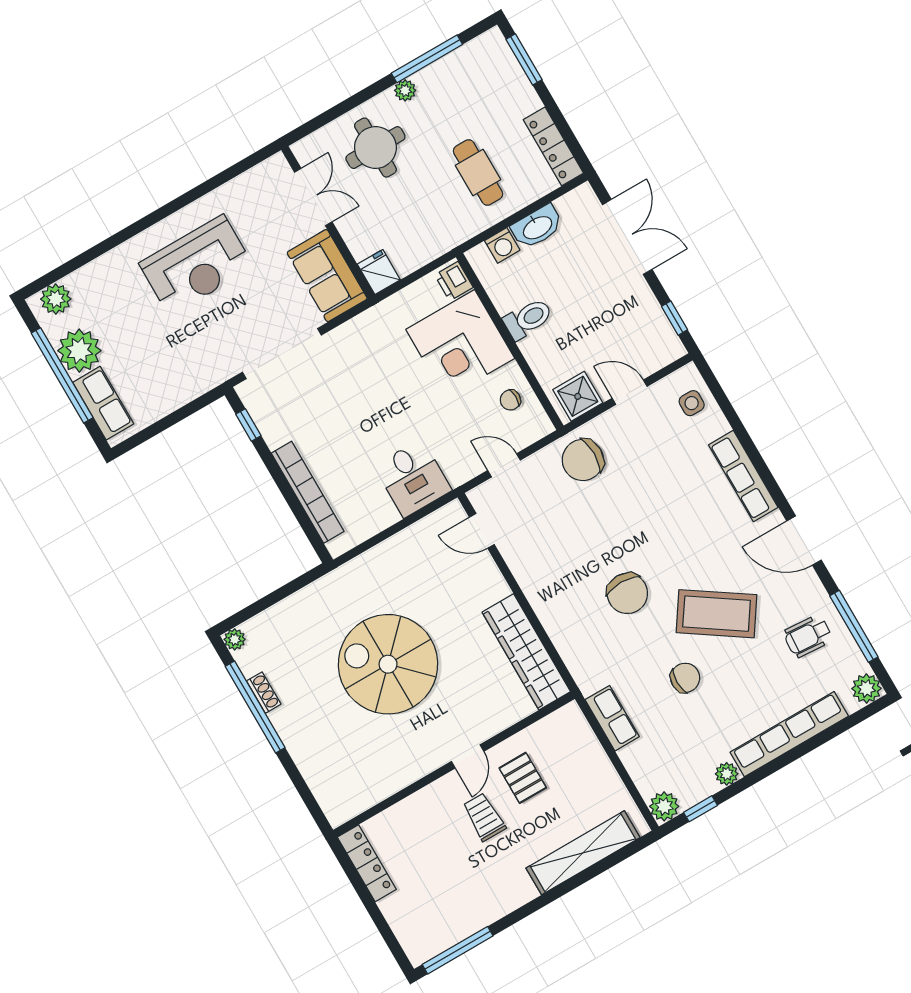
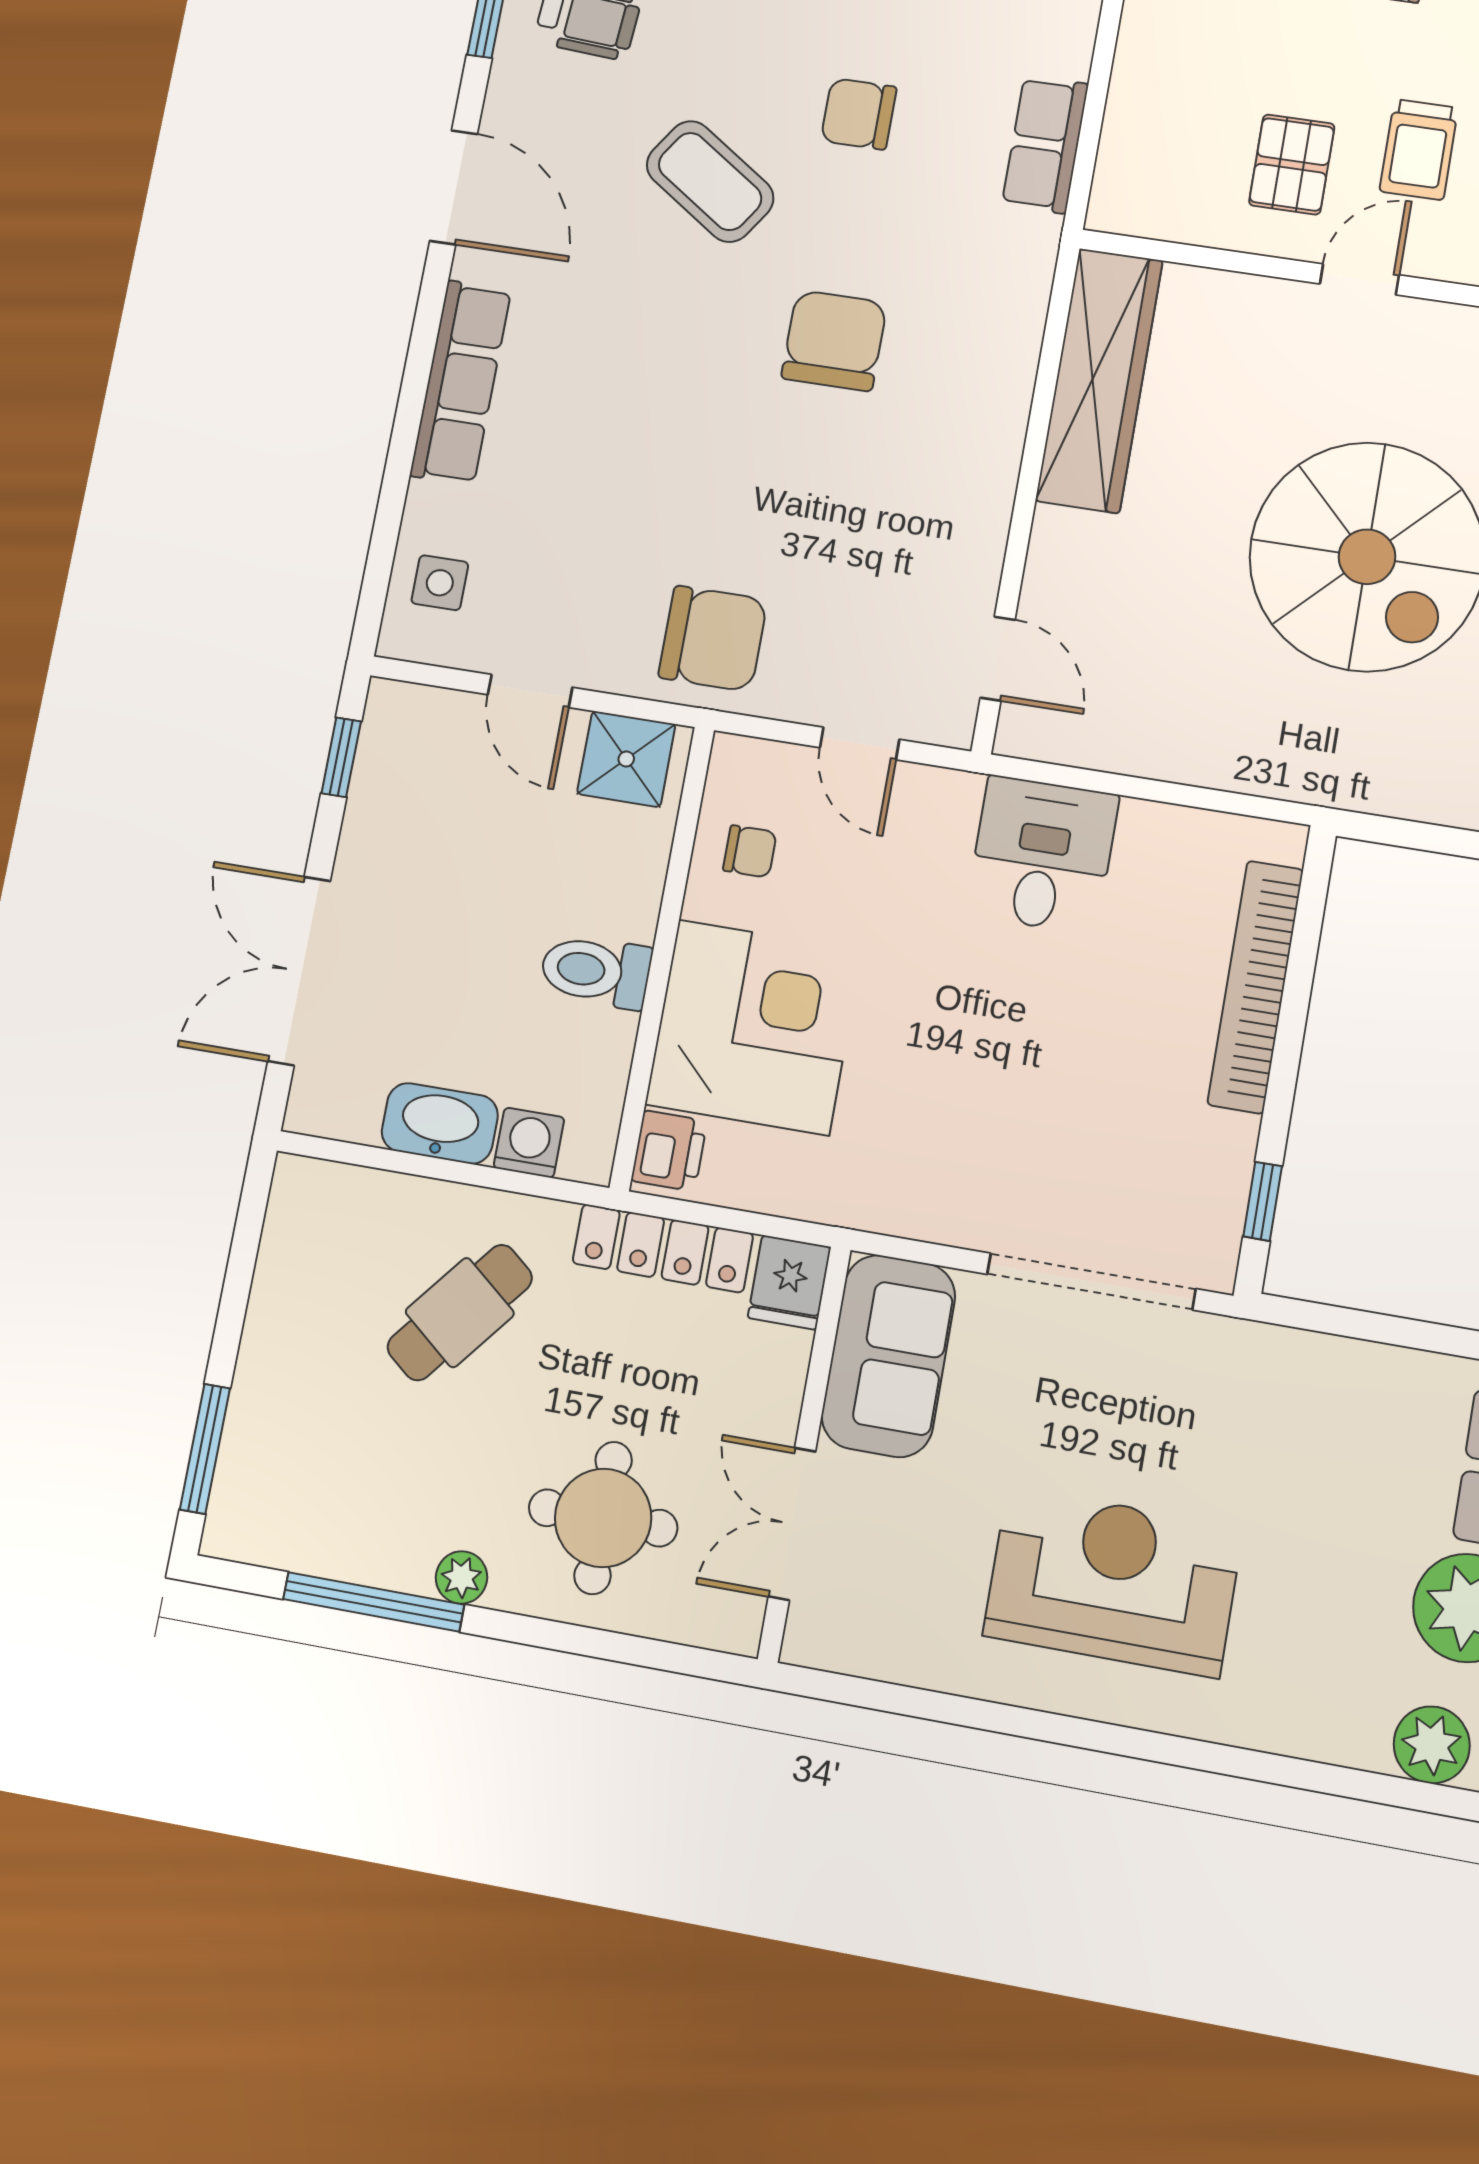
locker: (553, 146) -> (663, 1248), moved, turned 90
cafe table: (478, 173) -> (460, 1313), turned 39
coffee table: (717, 614) -> (710, 181), width x0.73, depth x0.76

